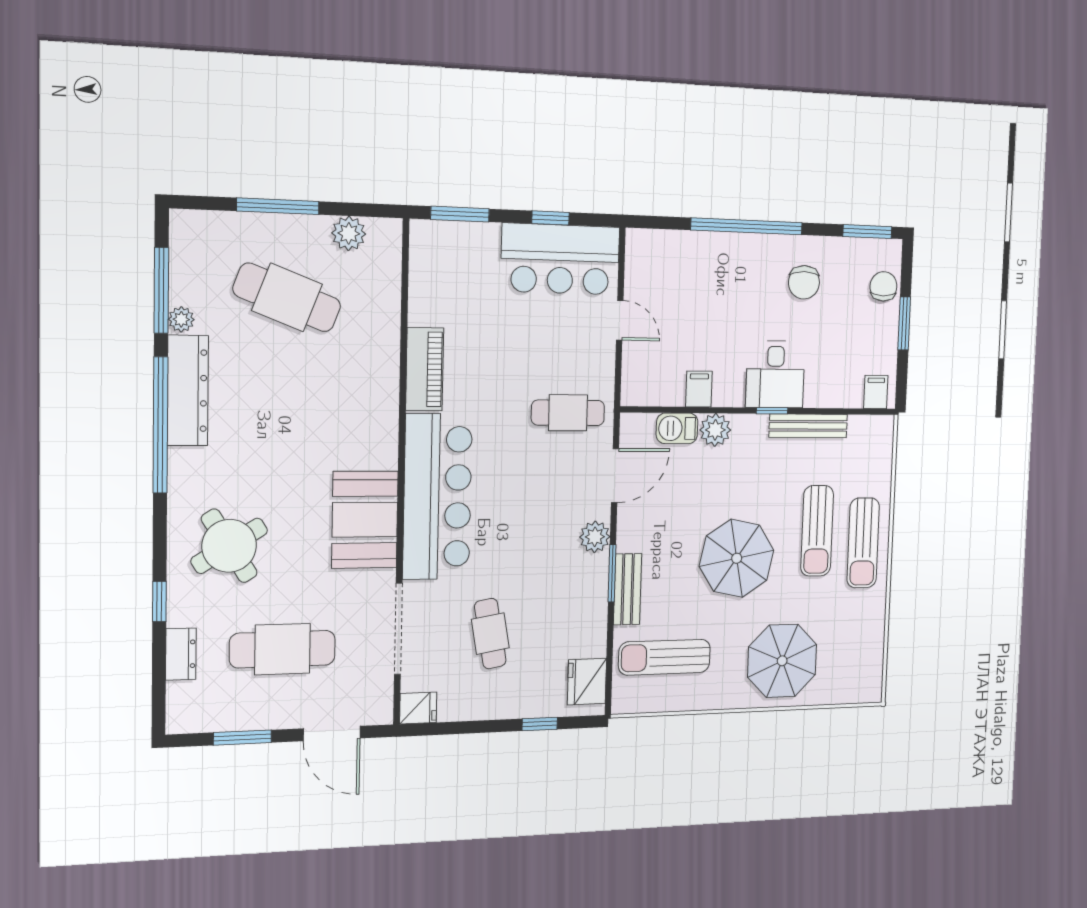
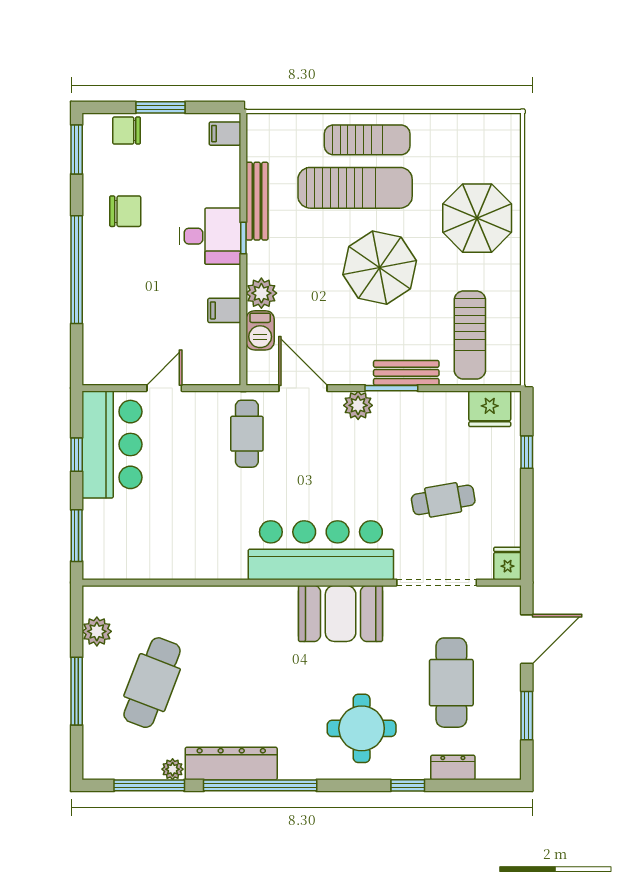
piano: (425, 369) -> (210, 564), removed
sun lounger: (817, 531) -> (355, 188), width x1.36, depth x1.34
round table: (229, 546) -> (362, 728), turned 32

